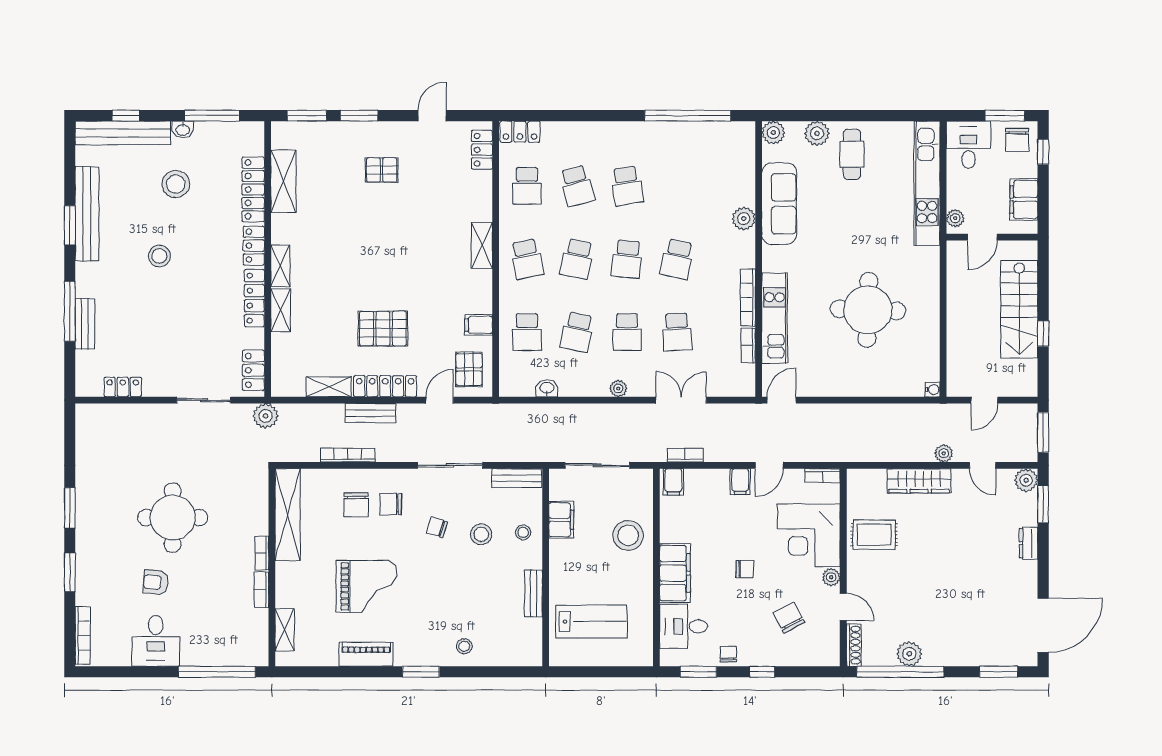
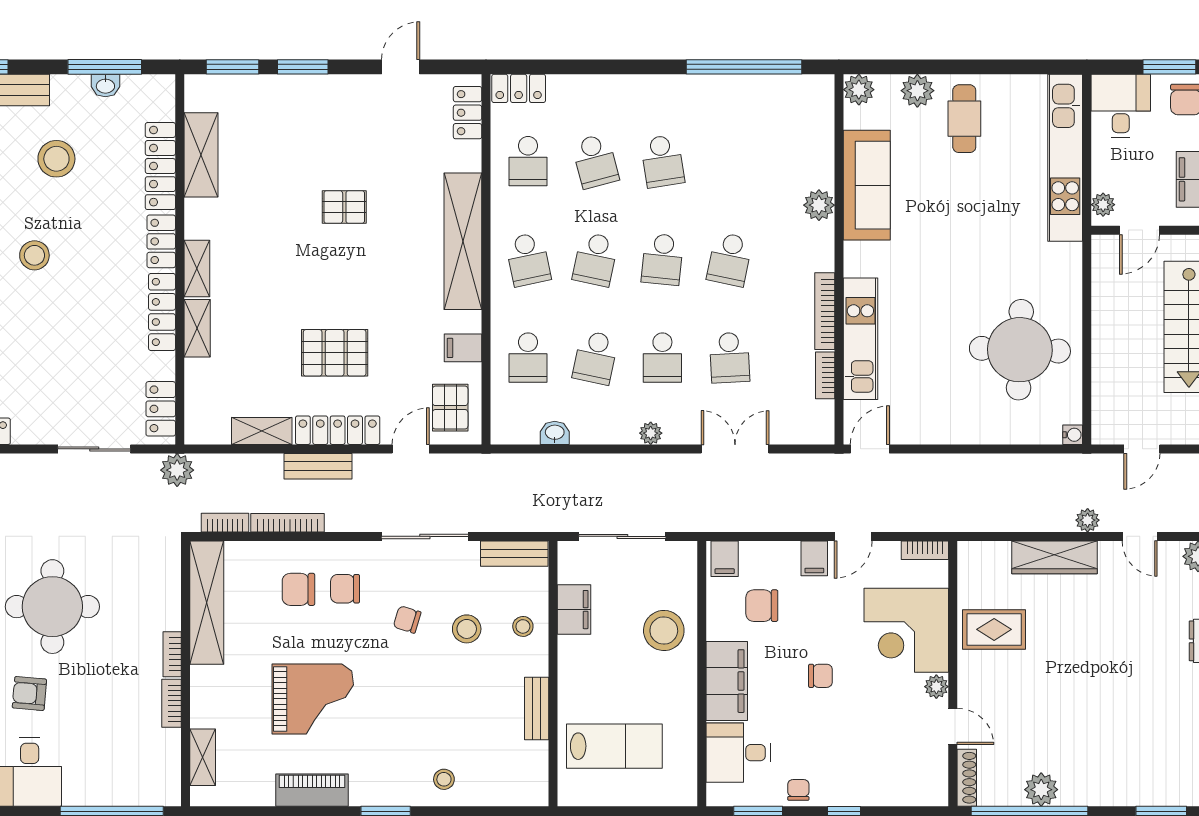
washbasin: (183, 129) -> (105, 86), moved
pallet: (382, 170) -> (344, 207), moved
shelving: (482, 246) -> (463, 241), width x2.20, depth x1.33
round table: (868, 310) -> (1020, 350), moved
bookcase: (685, 455) -> (225, 523), moved
chair: (356, 505) -> (299, 589), turned 90
chair: (789, 617) -> (762, 606), moved, turned -62

